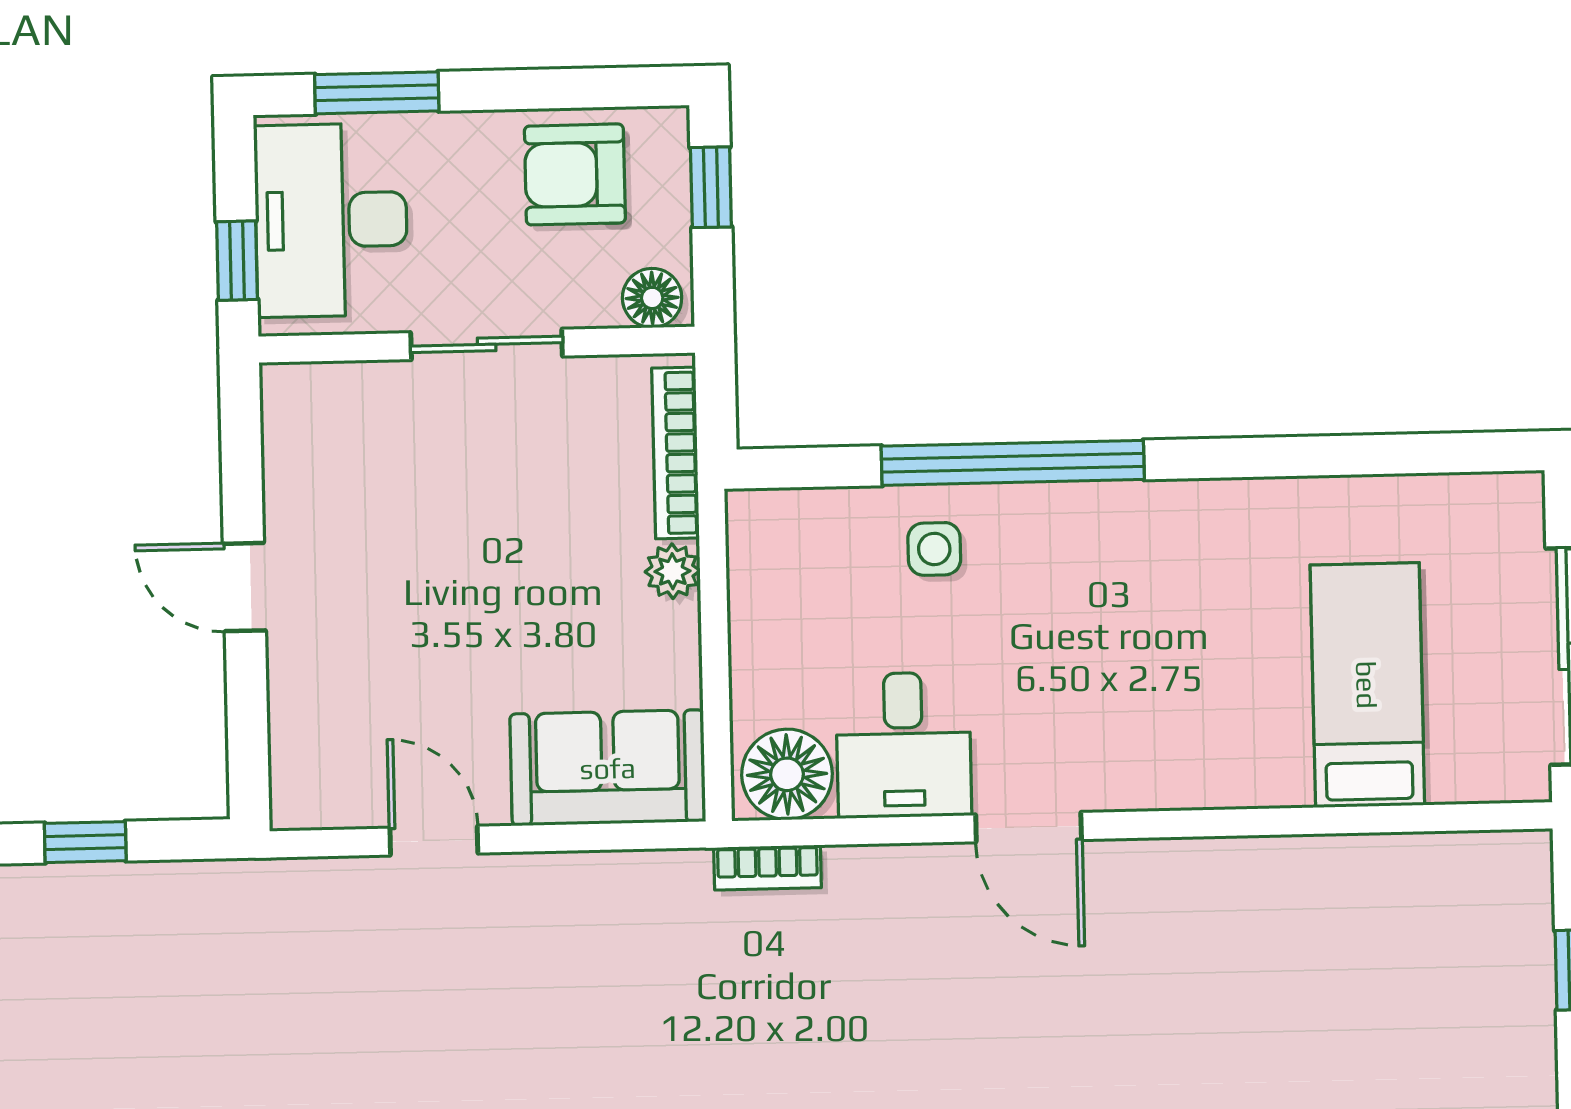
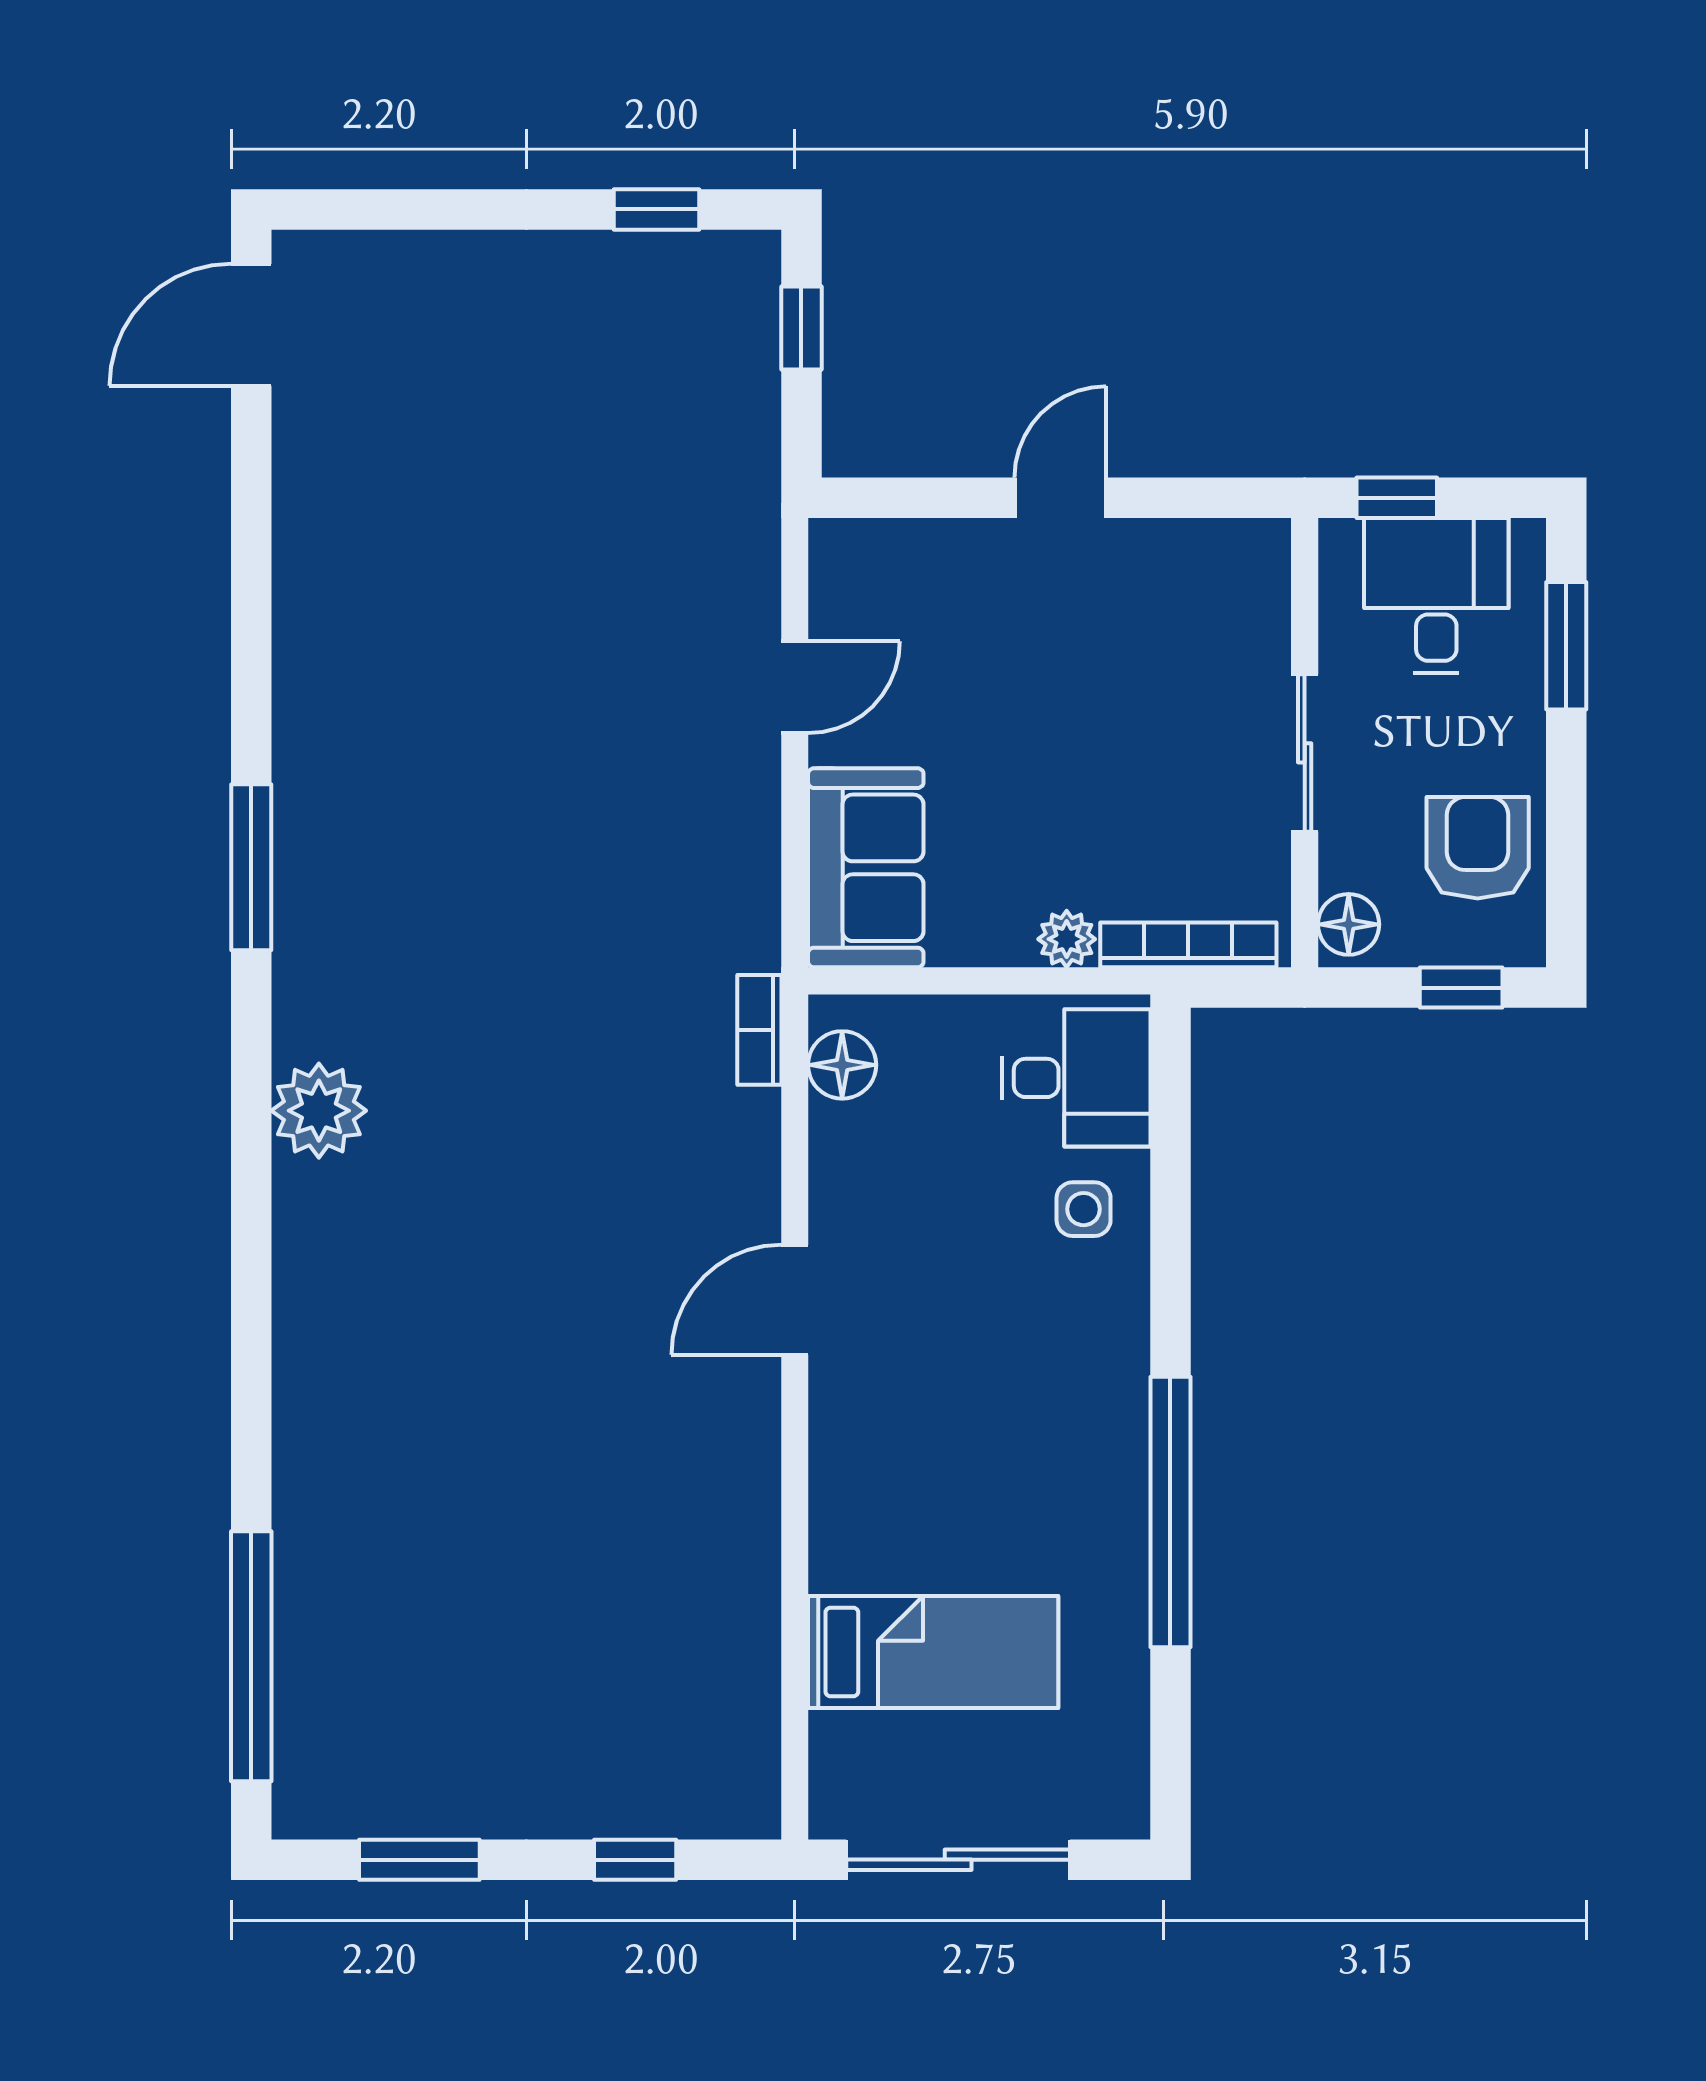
desk: (331, 220) -> (1436, 596), width x0.73
window: (1013, 463) -> (1170, 1512), moved
desk: (904, 745) -> (1076, 1078), moved, turned 180
floor lamp: (787, 774) -> (842, 1065), width x0.73, depth x0.73

